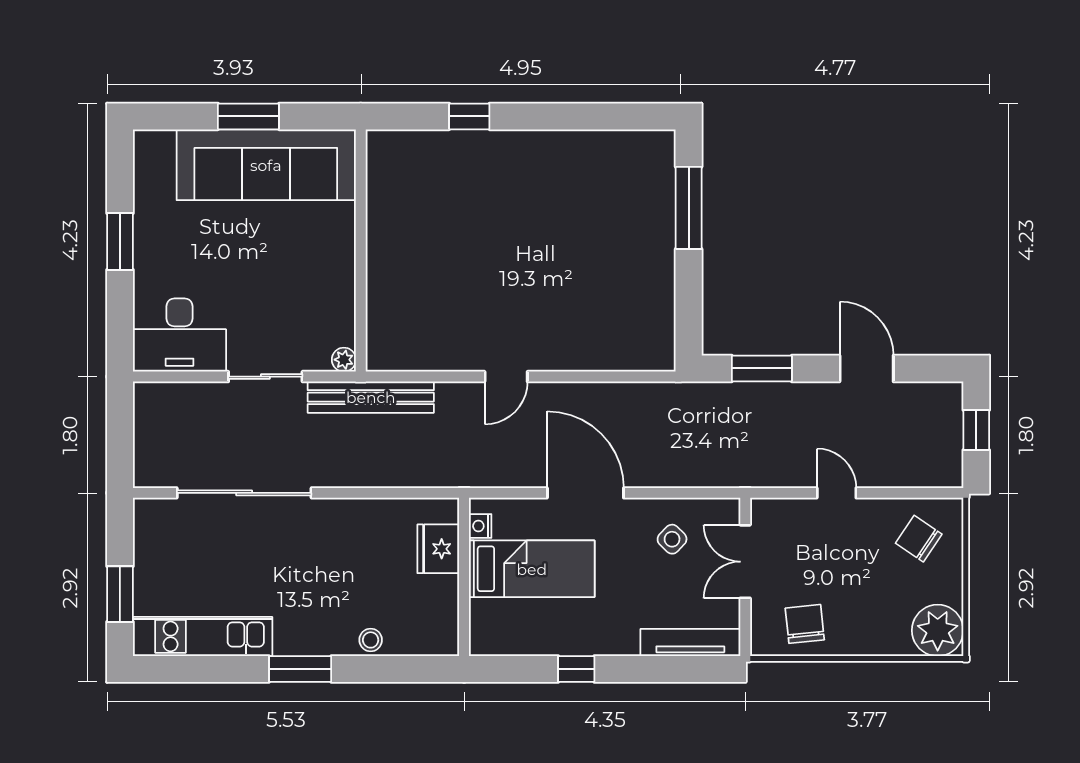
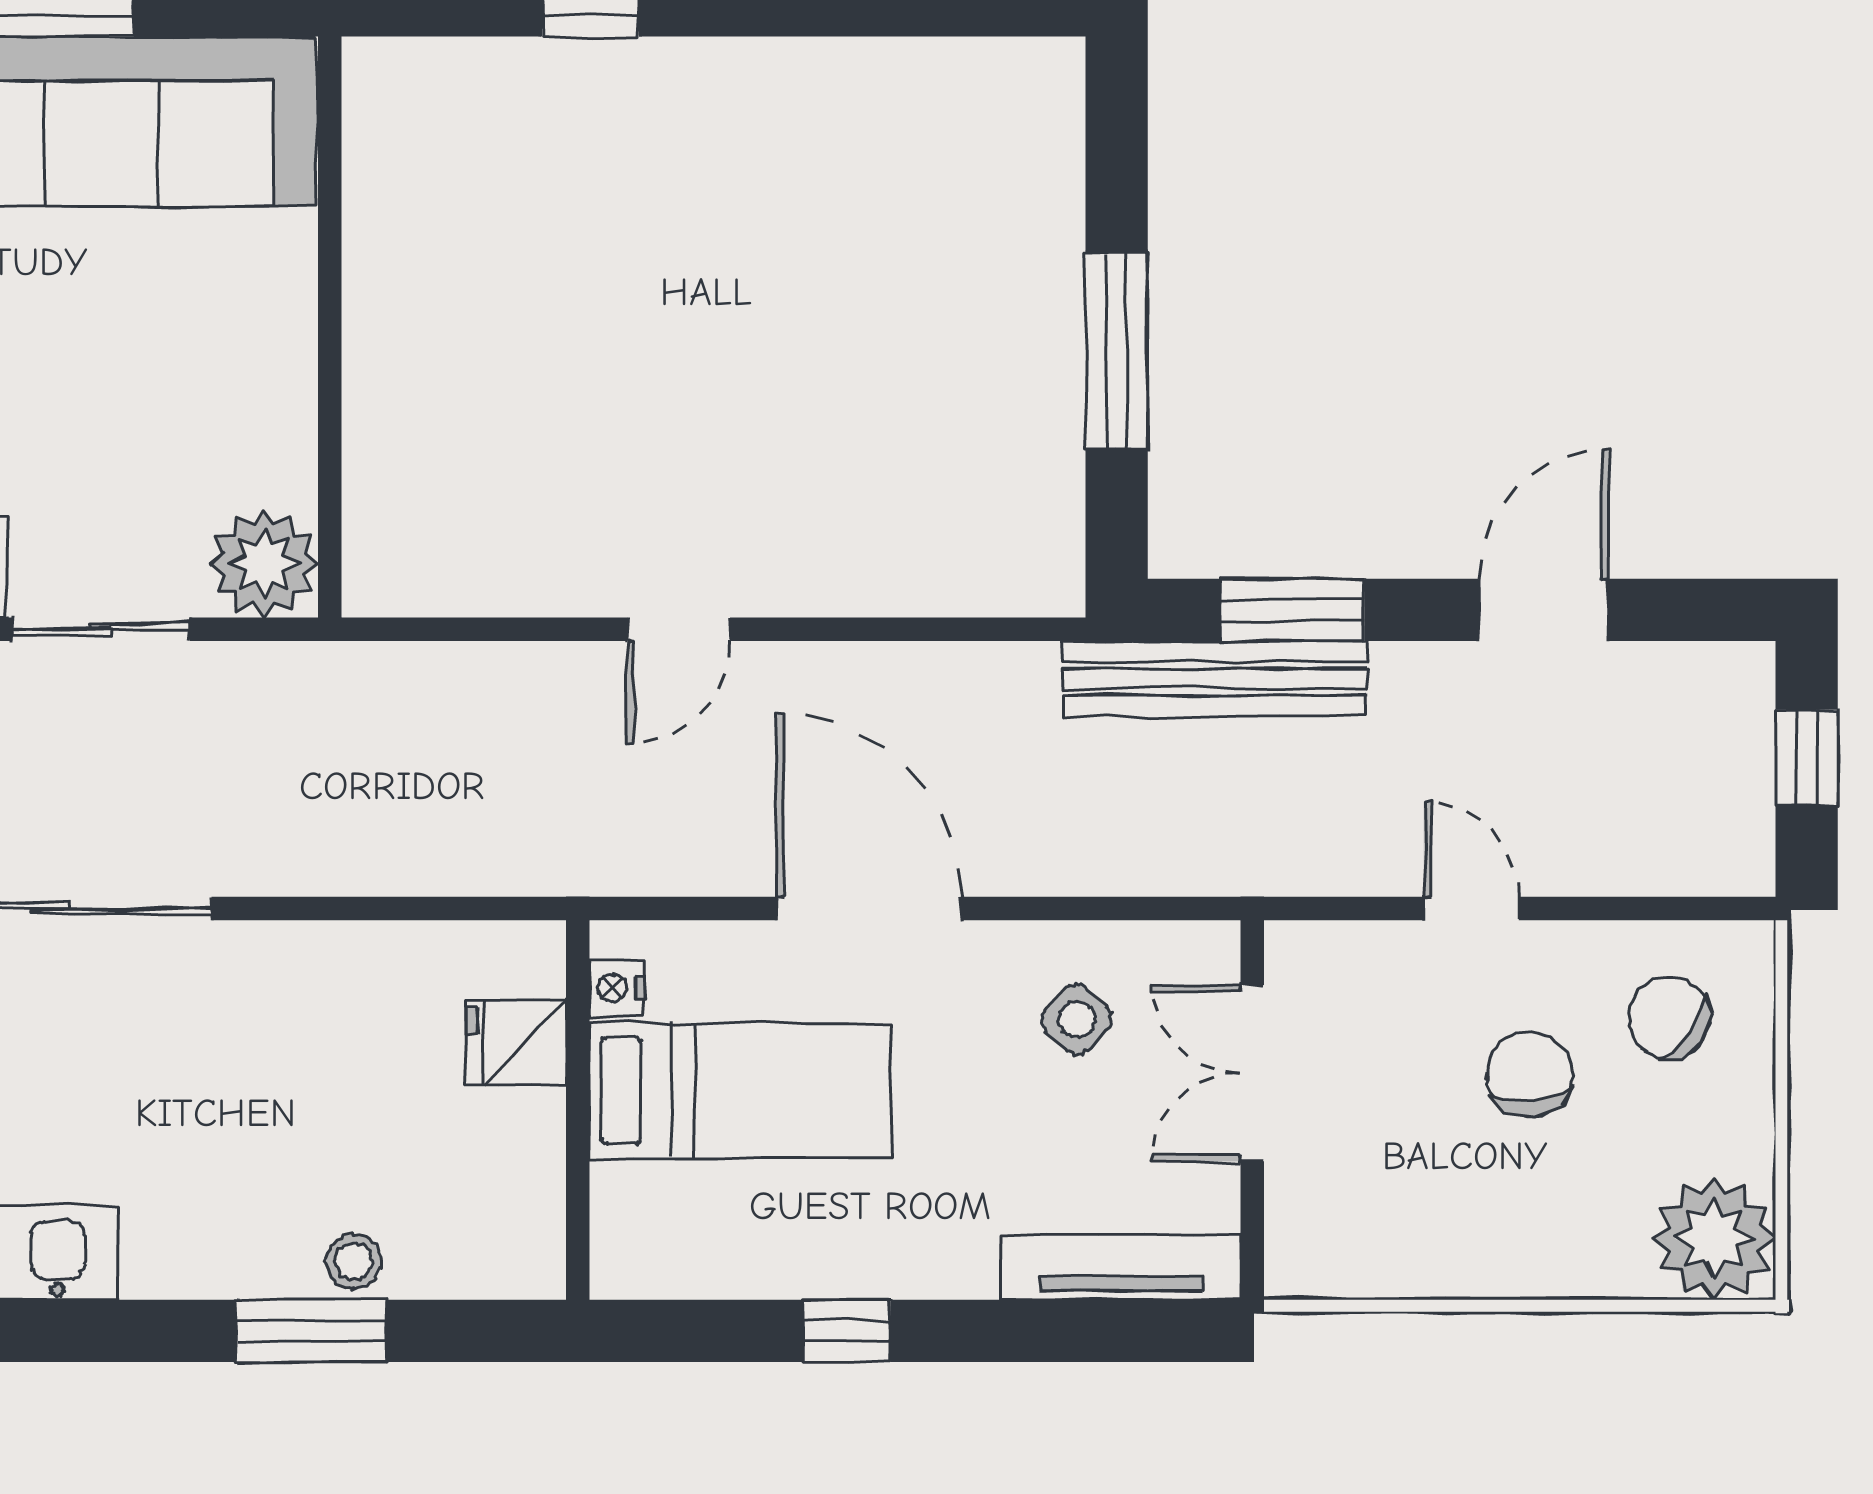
window: (689, 208) -> (1117, 351), moved
plant: (344, 360) -> (264, 564), width x1.88, depth x1.88
door: (867, 368) -> (1543, 610), hinge flipped
bench: (371, 397) -> (1214, 679), moved
fridge: (438, 549) -> (516, 1043), width x0.72
chair: (805, 624) -> (1530, 1074), moved
window: (300, 669) -> (311, 1331), moved

